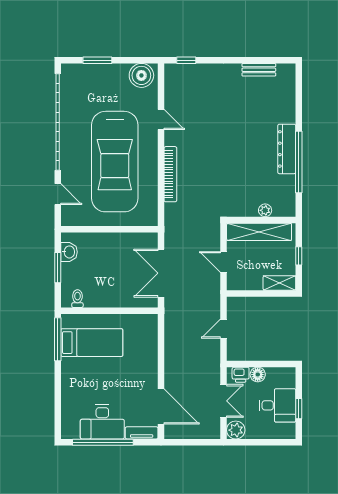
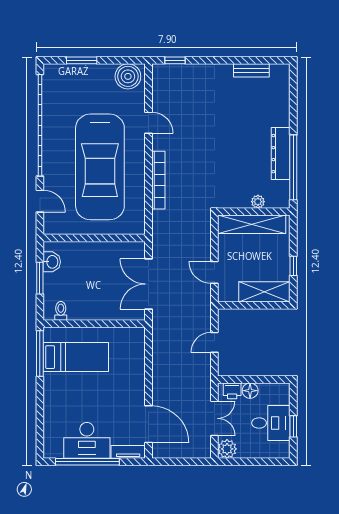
plant: (265, 210) -> (258, 202), moved
wall: (261, 220) -> (254, 212), moved
shelving: (259, 232) -> (252, 224), moved
shelving: (279, 283) -> (264, 292), width x1.50, depth x1.33

